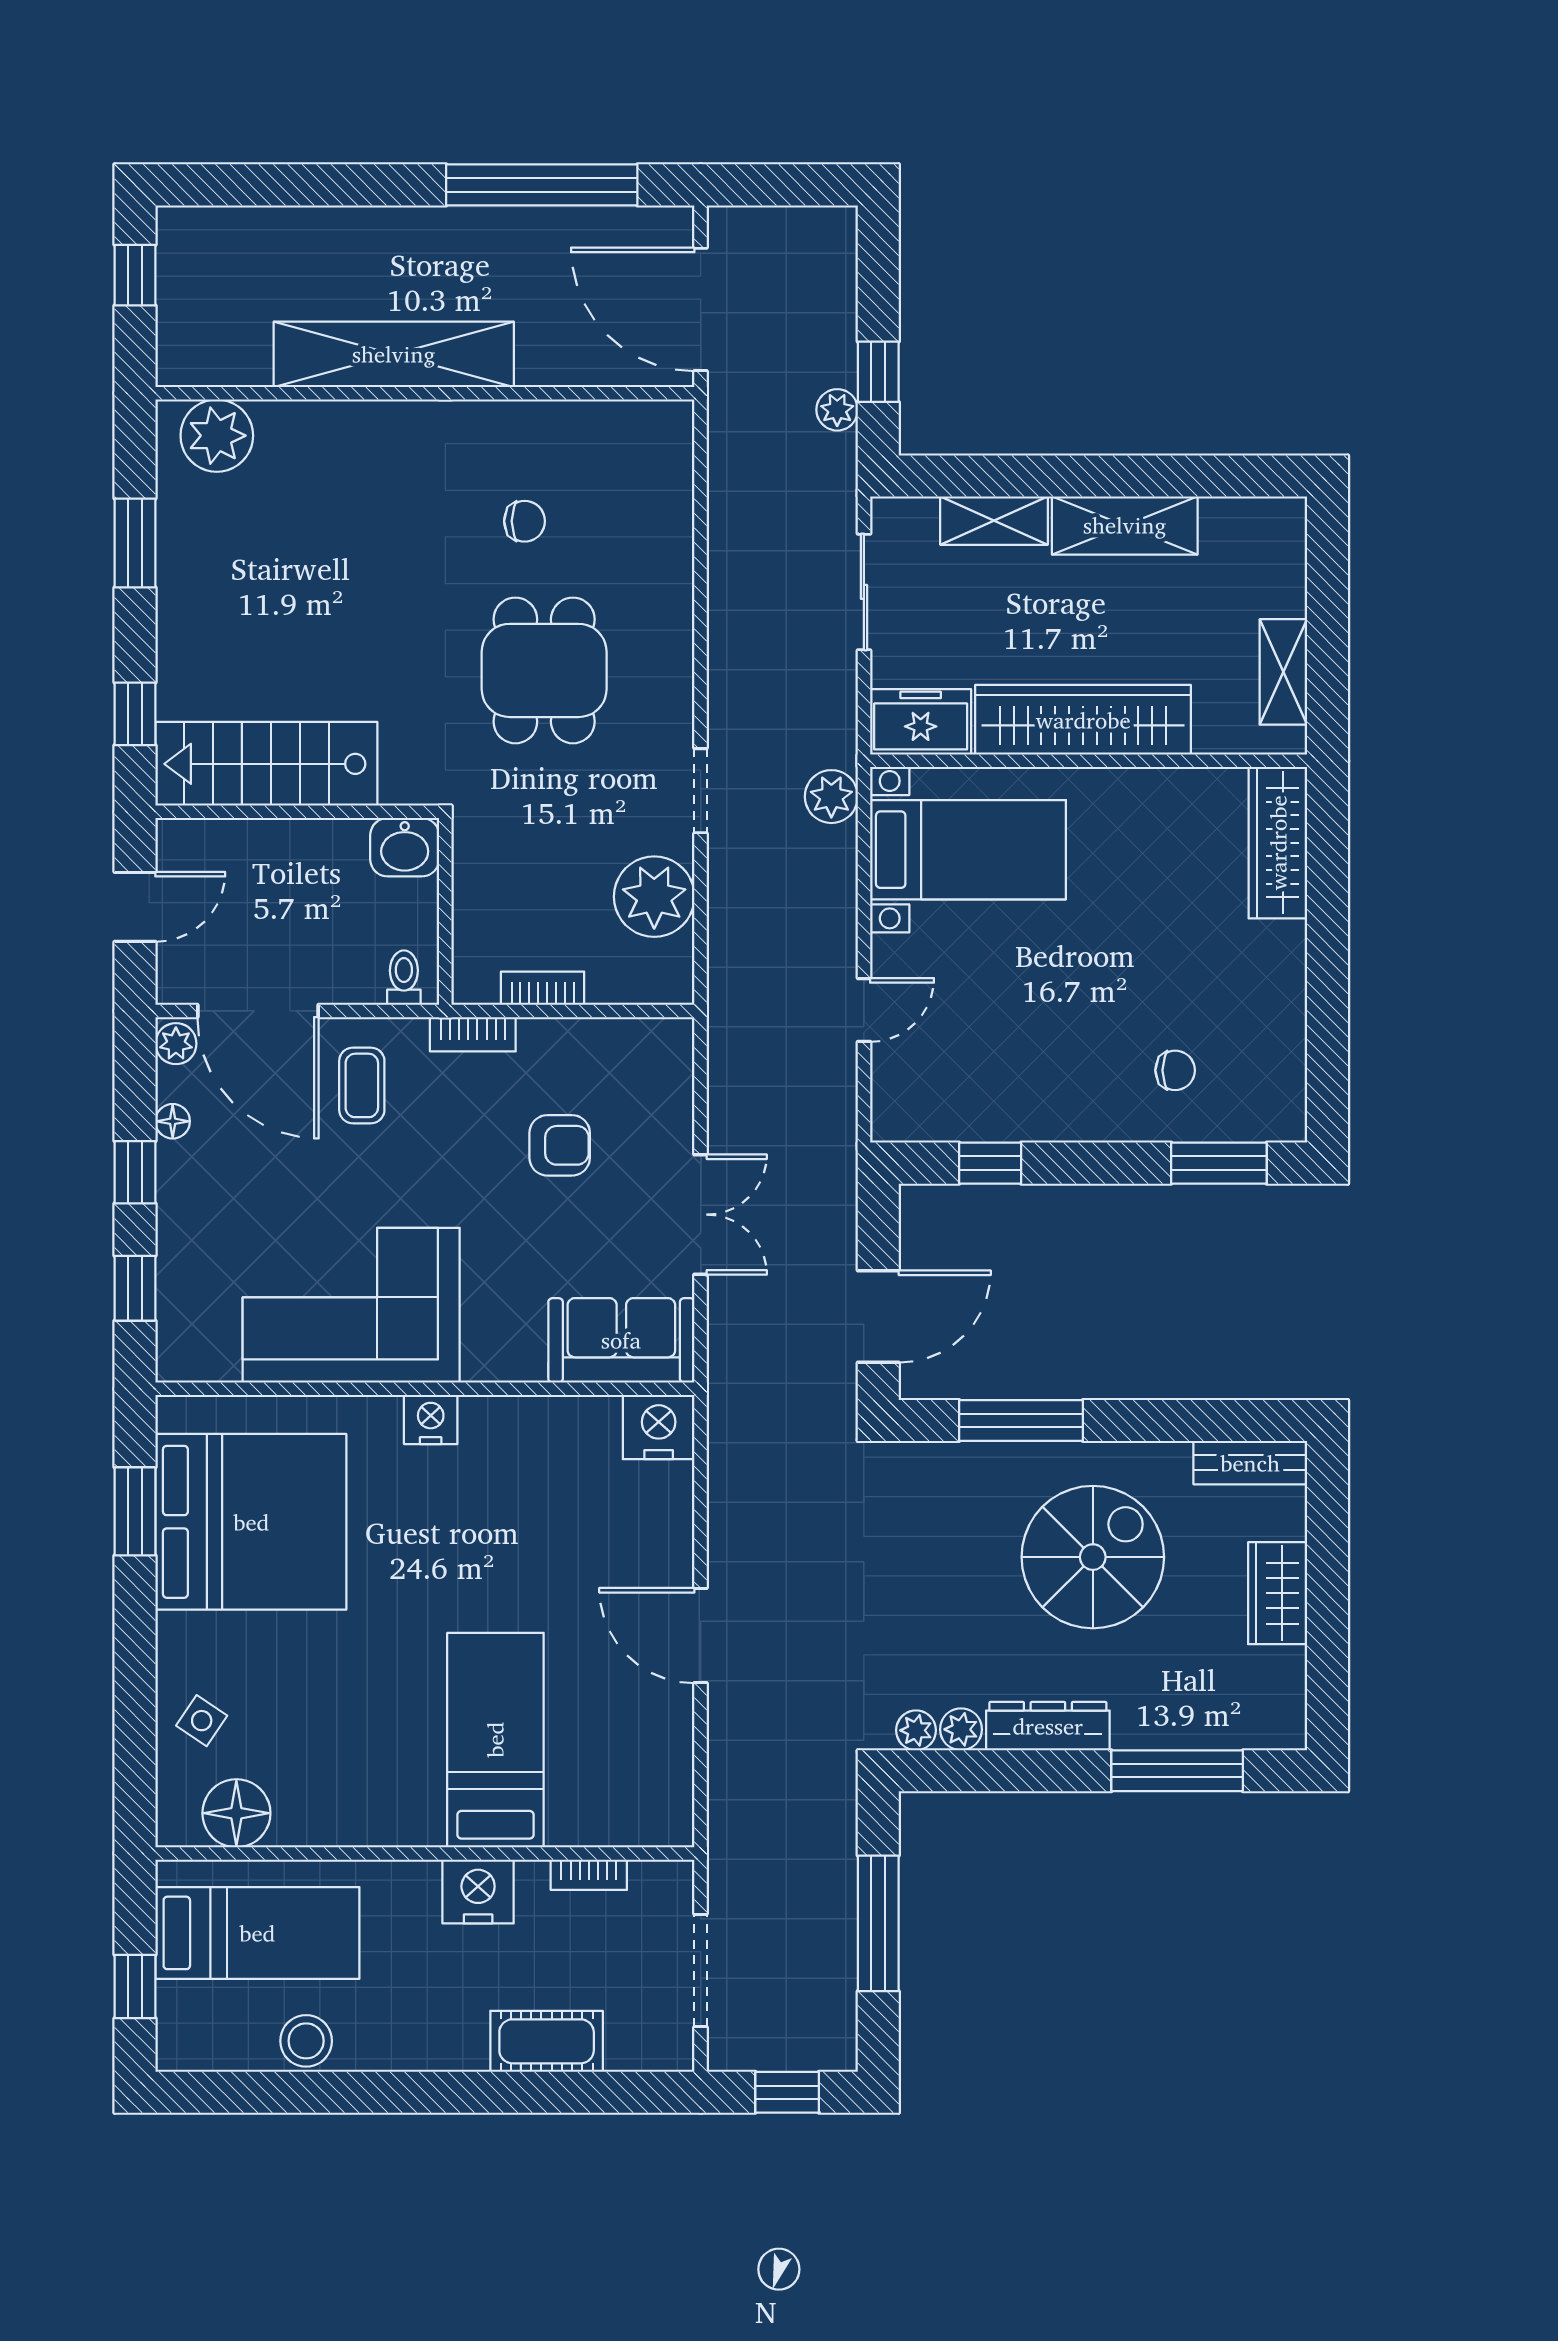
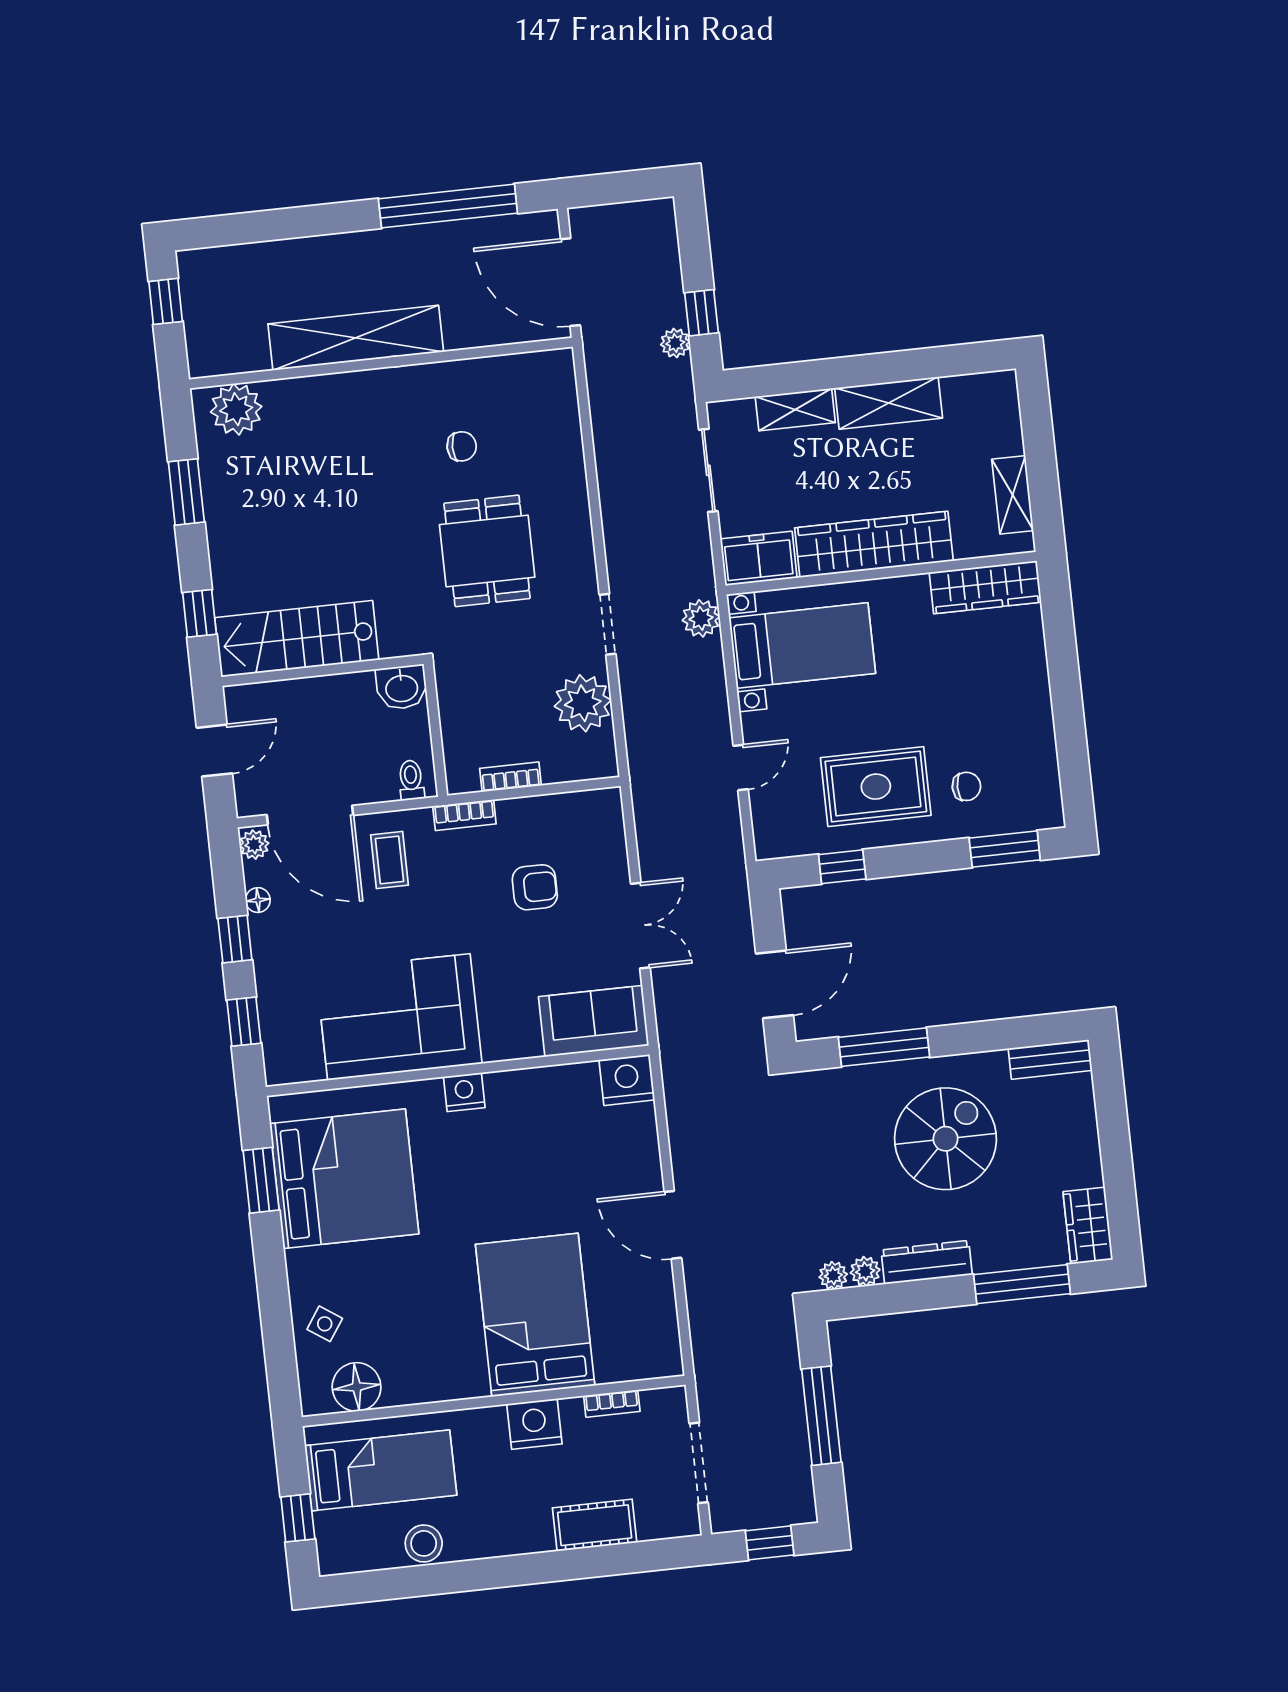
wardrobe: (1278, 843) -> (985, 587), moved, turned -90
rug: (1049, 1057) -> (876, 787), added
wardrobe: (1278, 1593) -> (1088, 1226), moved
bed: (495, 1740) -> (535, 1315), width x1.50

